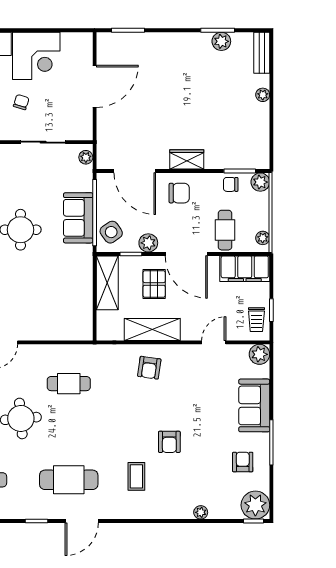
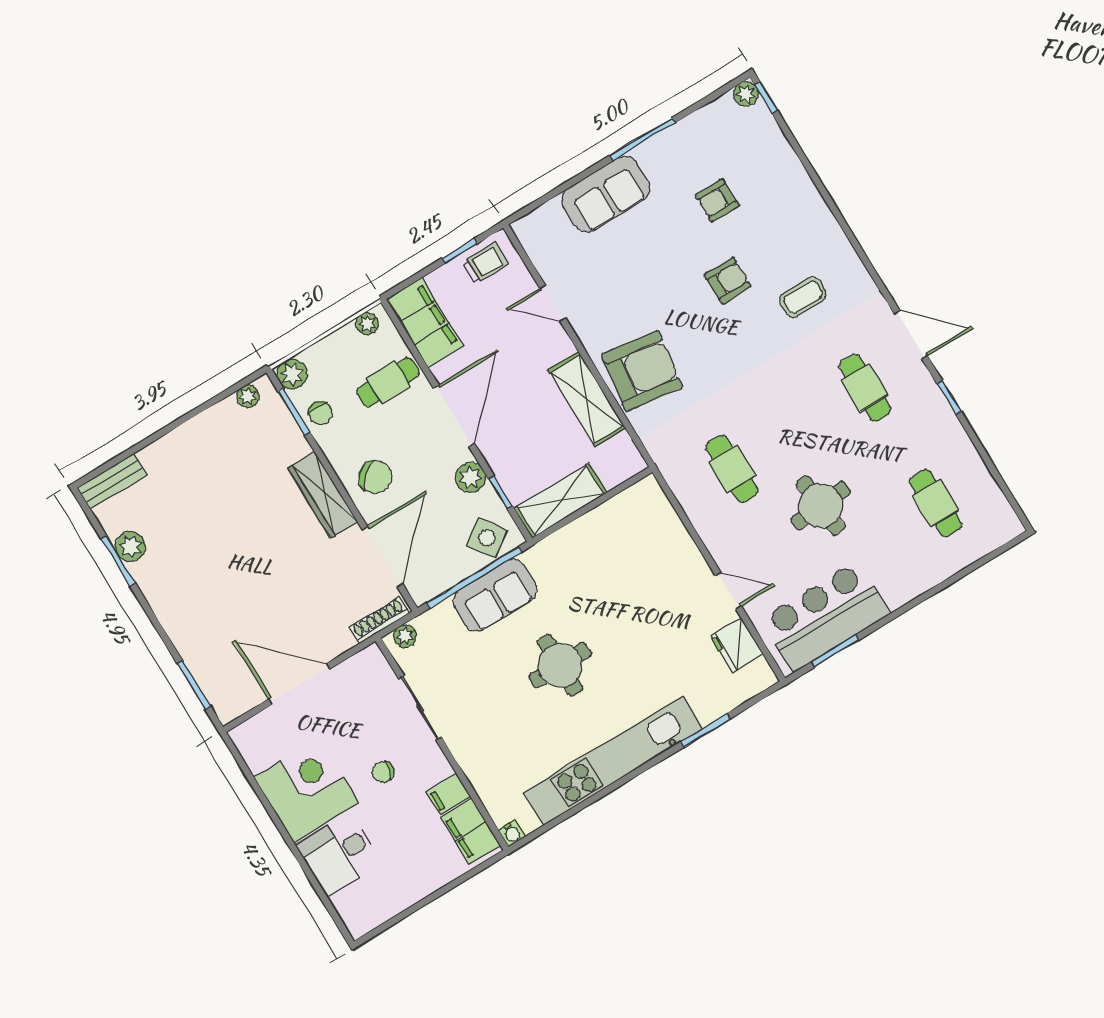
plant: (263, 95) -> (248, 396), moved
shoe rack: (103, 149) -> (379, 620), added
wardrobe: (187, 159) -> (323, 495), width x1.50
chair: (179, 193) -> (376, 477), turned 137
pallet: (154, 284) -> (522, 435), removed
plant: (259, 354) -> (531, 230), removed
armchair: (149, 368) -> (642, 371), width x1.88, depth x1.88
armchair: (243, 462) -> (717, 200), moved
cafe table: (69, 480) -> (865, 388), width x0.73, depth x0.74
plant: (255, 505) -> (746, 94), width x0.53, depth x0.53
plant: (201, 512) -> (799, 178), removed

